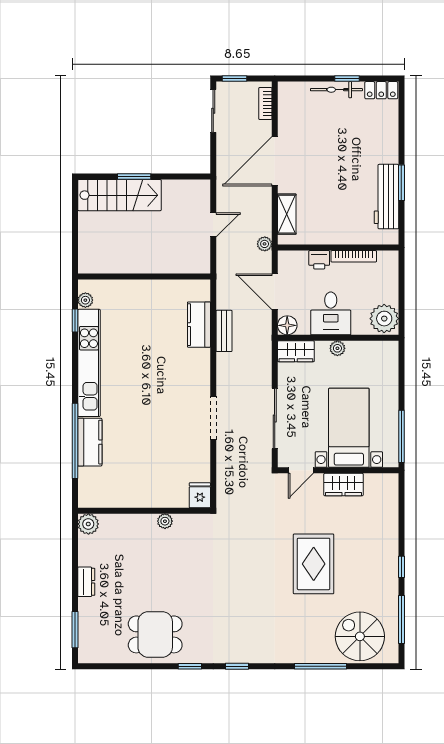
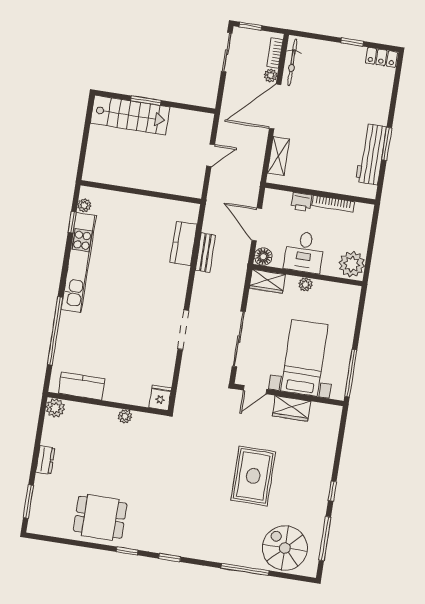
bicycle: (336, 90) -> (292, 62), moved, turned -90
plant: (265, 244) -> (271, 75), moved
kitchen counter: (90, 442) -> (82, 386), moved, turned -90

